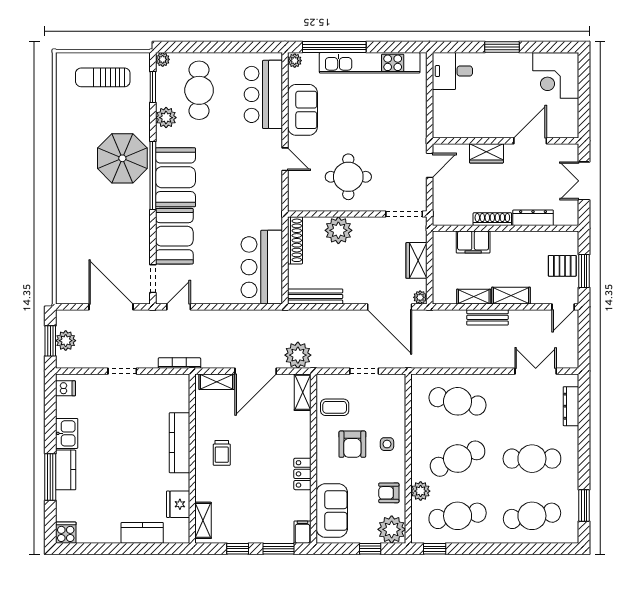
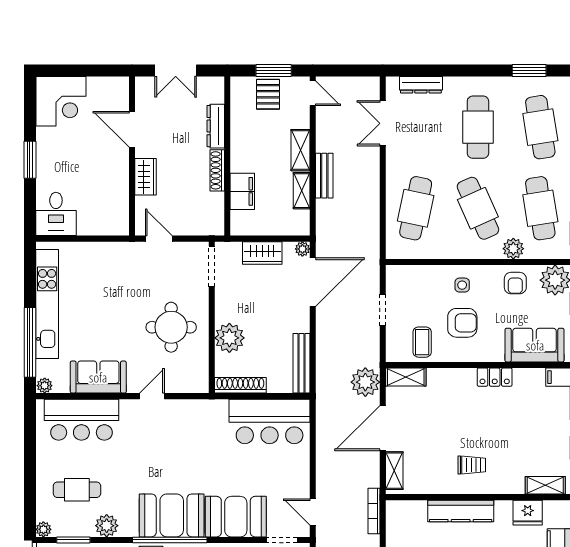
cafe table: (199, 90) -> (77, 490), width x0.73, depth x0.74
door: (256, 371) -> (383, 428), swing flipped

